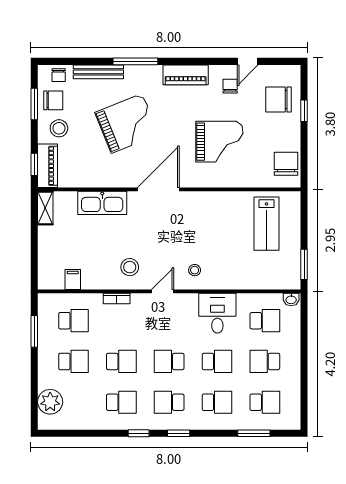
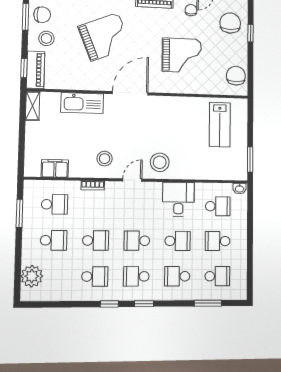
chair: (279, 99) -> (230, 23), turned 90
stool: (195, 270) -> (160, 162), width x1.89, depth x1.89
filing cabinet: (73, 280) -> (55, 168), width x2.00
school desk: (217, 402) -> (177, 276), turned 180

